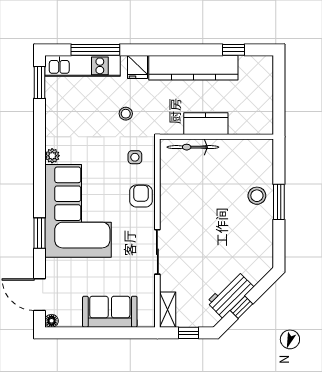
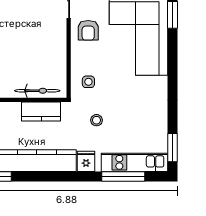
kitchen counter: (206, 124) -> (41, 111), moved
plant: (52, 156) -> (161, 83), removed
armchair: (141, 196) -> (88, 30), moved

